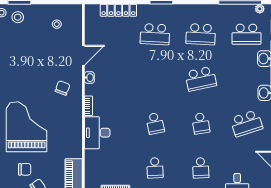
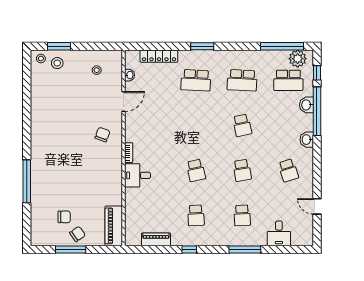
plant: (260, 9) -> (298, 59), width x1.88, depth x1.88
washbasin: (89, 78) -> (130, 75), moved
school desk: (201, 79) -> (242, 125), width x0.54
school desk: (246, 123) -> (288, 170), width x0.54
grand piano: (27, 127) -> (66, 174), removed
desk: (97, 133) -> (138, 175), width x0.73

